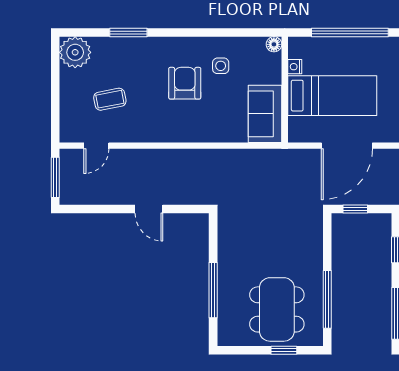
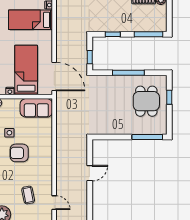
door: (347, 146) -> (54, 77), moved
window: (213, 290) -> (147, 137), moved
window: (327, 299) -> (128, 73), moved
dining table: (277, 309) -> (146, 101), width x0.73

